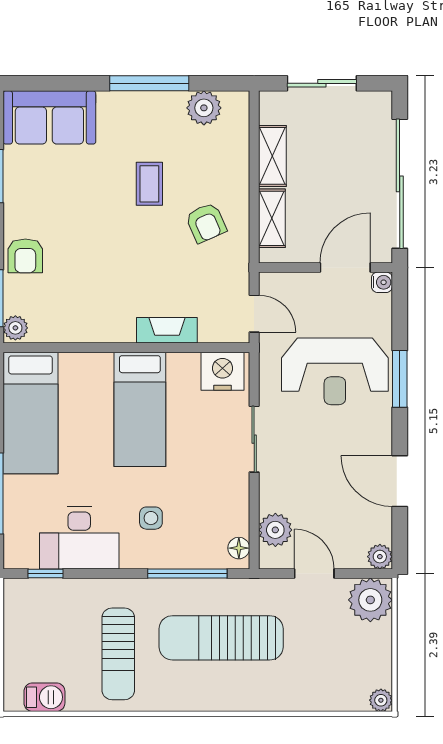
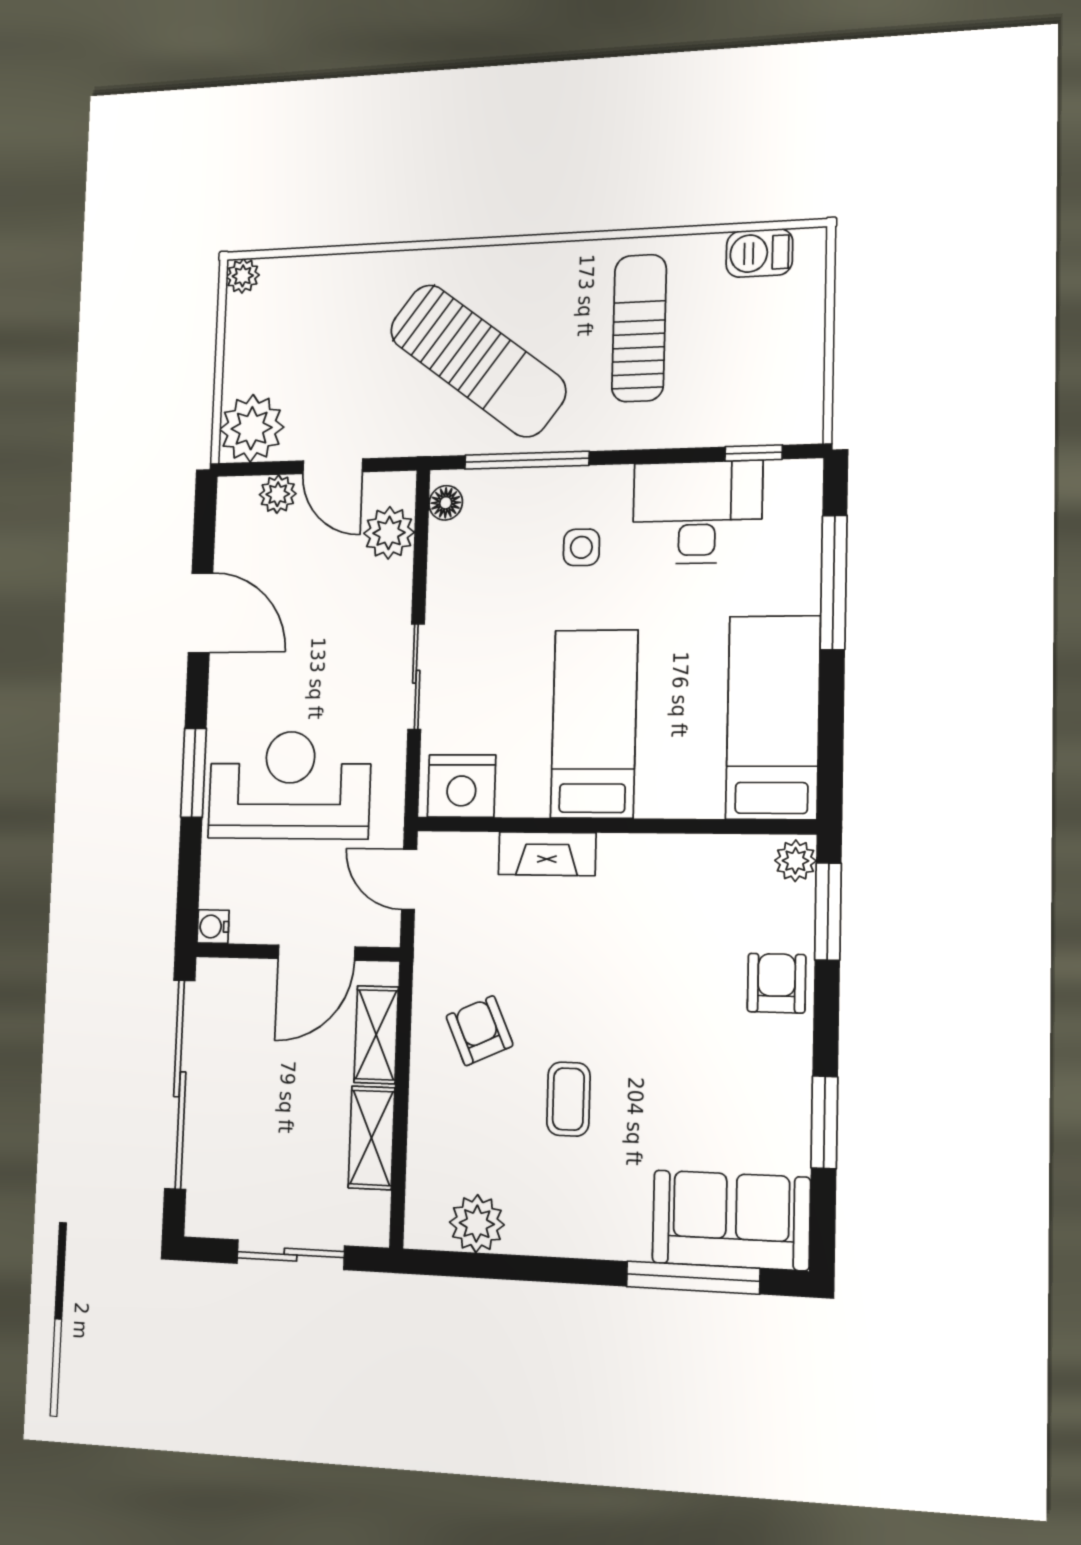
window: (149, 83) -> (693, 1278), moved
door: (345, 267) -> (316, 953), moved
plant: (380, 557) -> (278, 494), moved
sun lounger: (221, 638) -> (478, 361), turned 37

